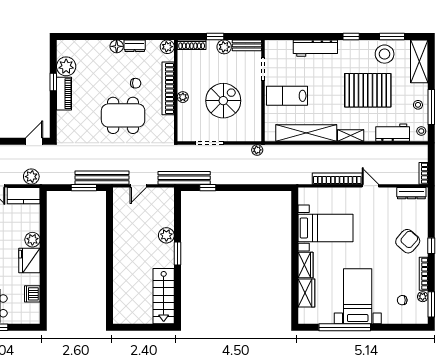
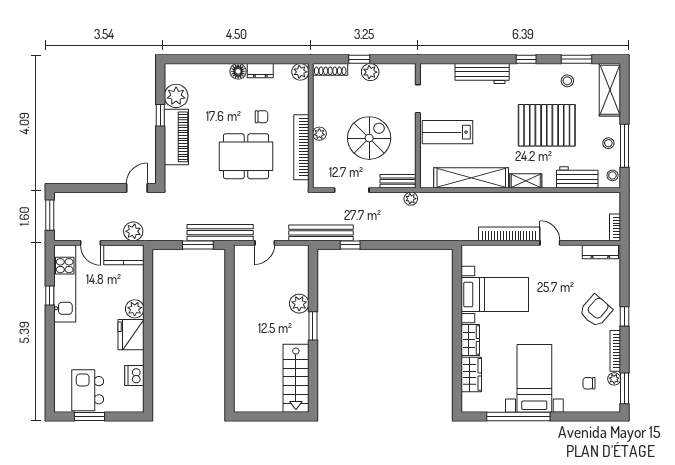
bench: (247, 45) -> (398, 181), moved
stool: (385, 54) -> (567, 81), width x0.53, depth x0.53
bookcase: (168, 88) -> (301, 147), moved
piano: (64, 94) -> (176, 137), width x1.37, depth x1.33

